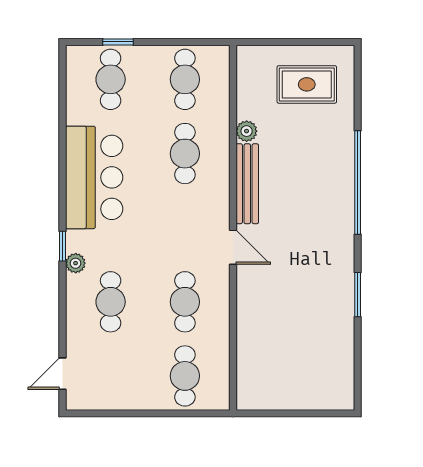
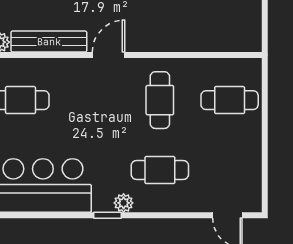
cafe table: (185, 302) -> (160, 100), turned 90

